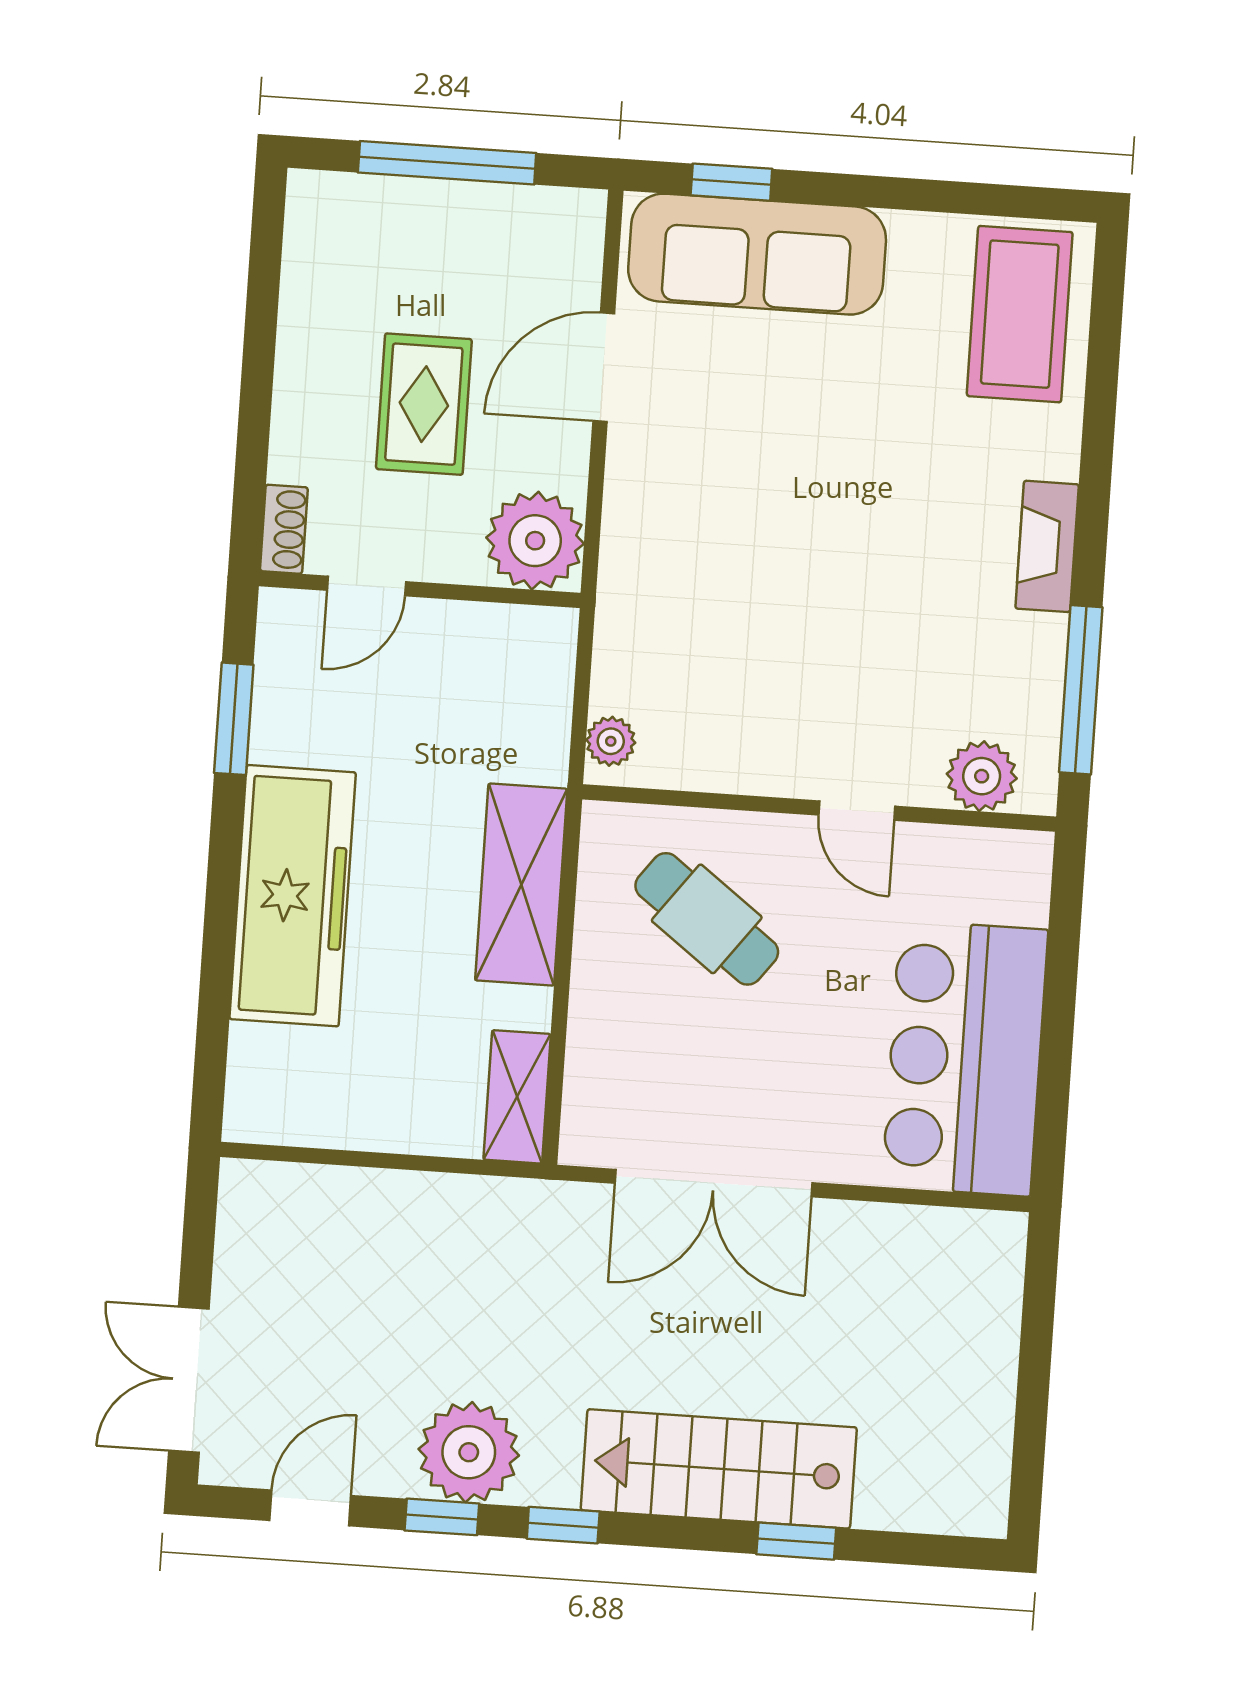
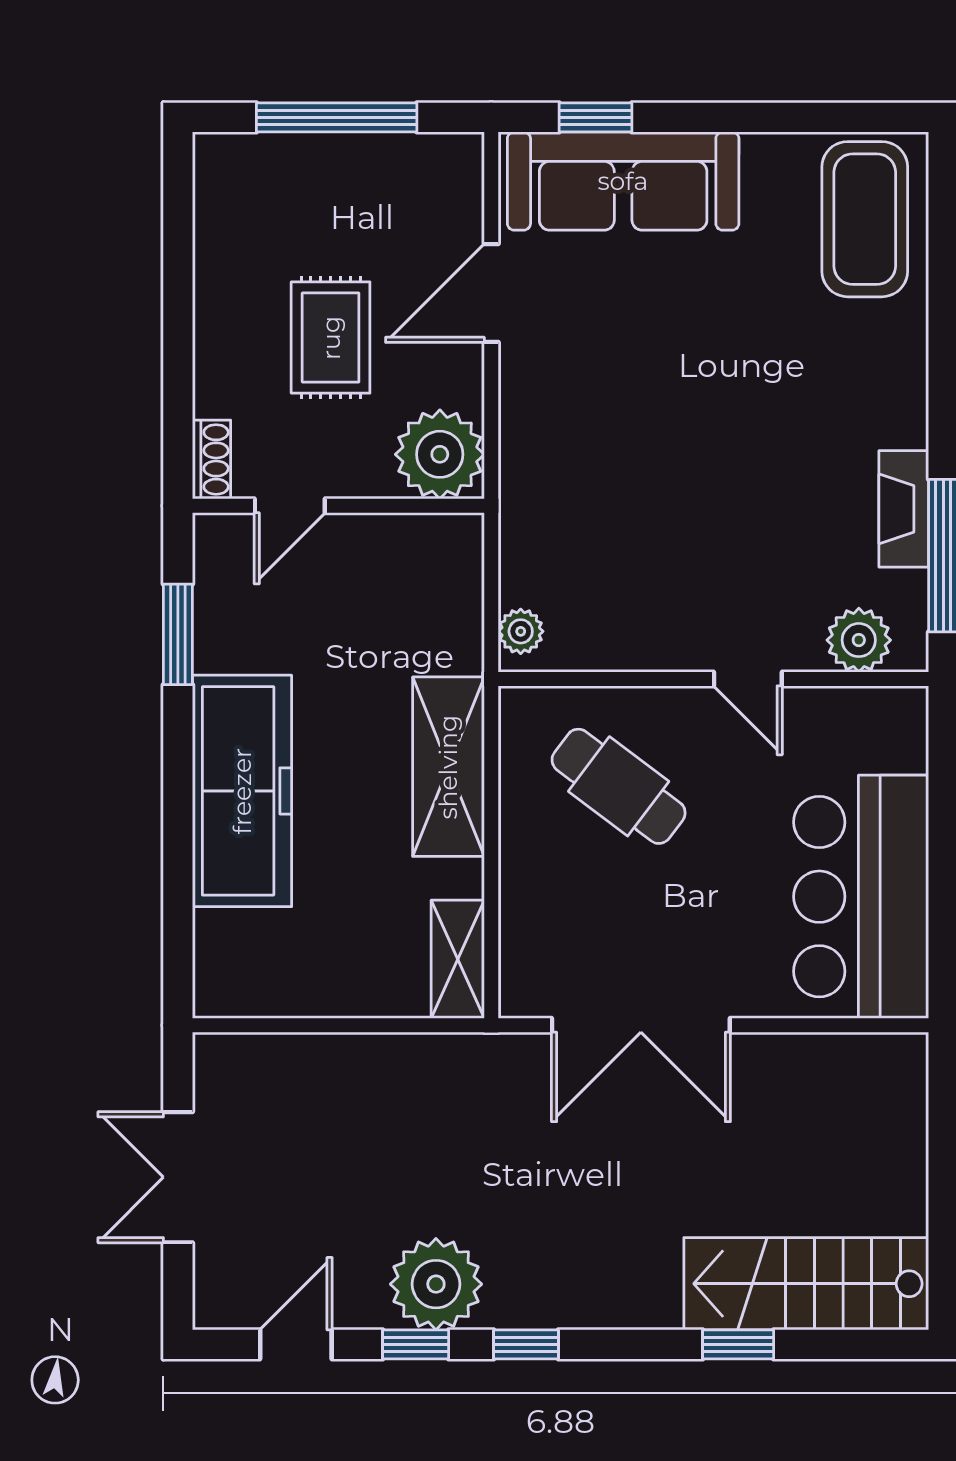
fireplace: (1047, 546) -> (904, 509), moved
double door: (189, 1380) -> (178, 1177), moved
stairs: (719, 1469) -> (806, 1284), moved

